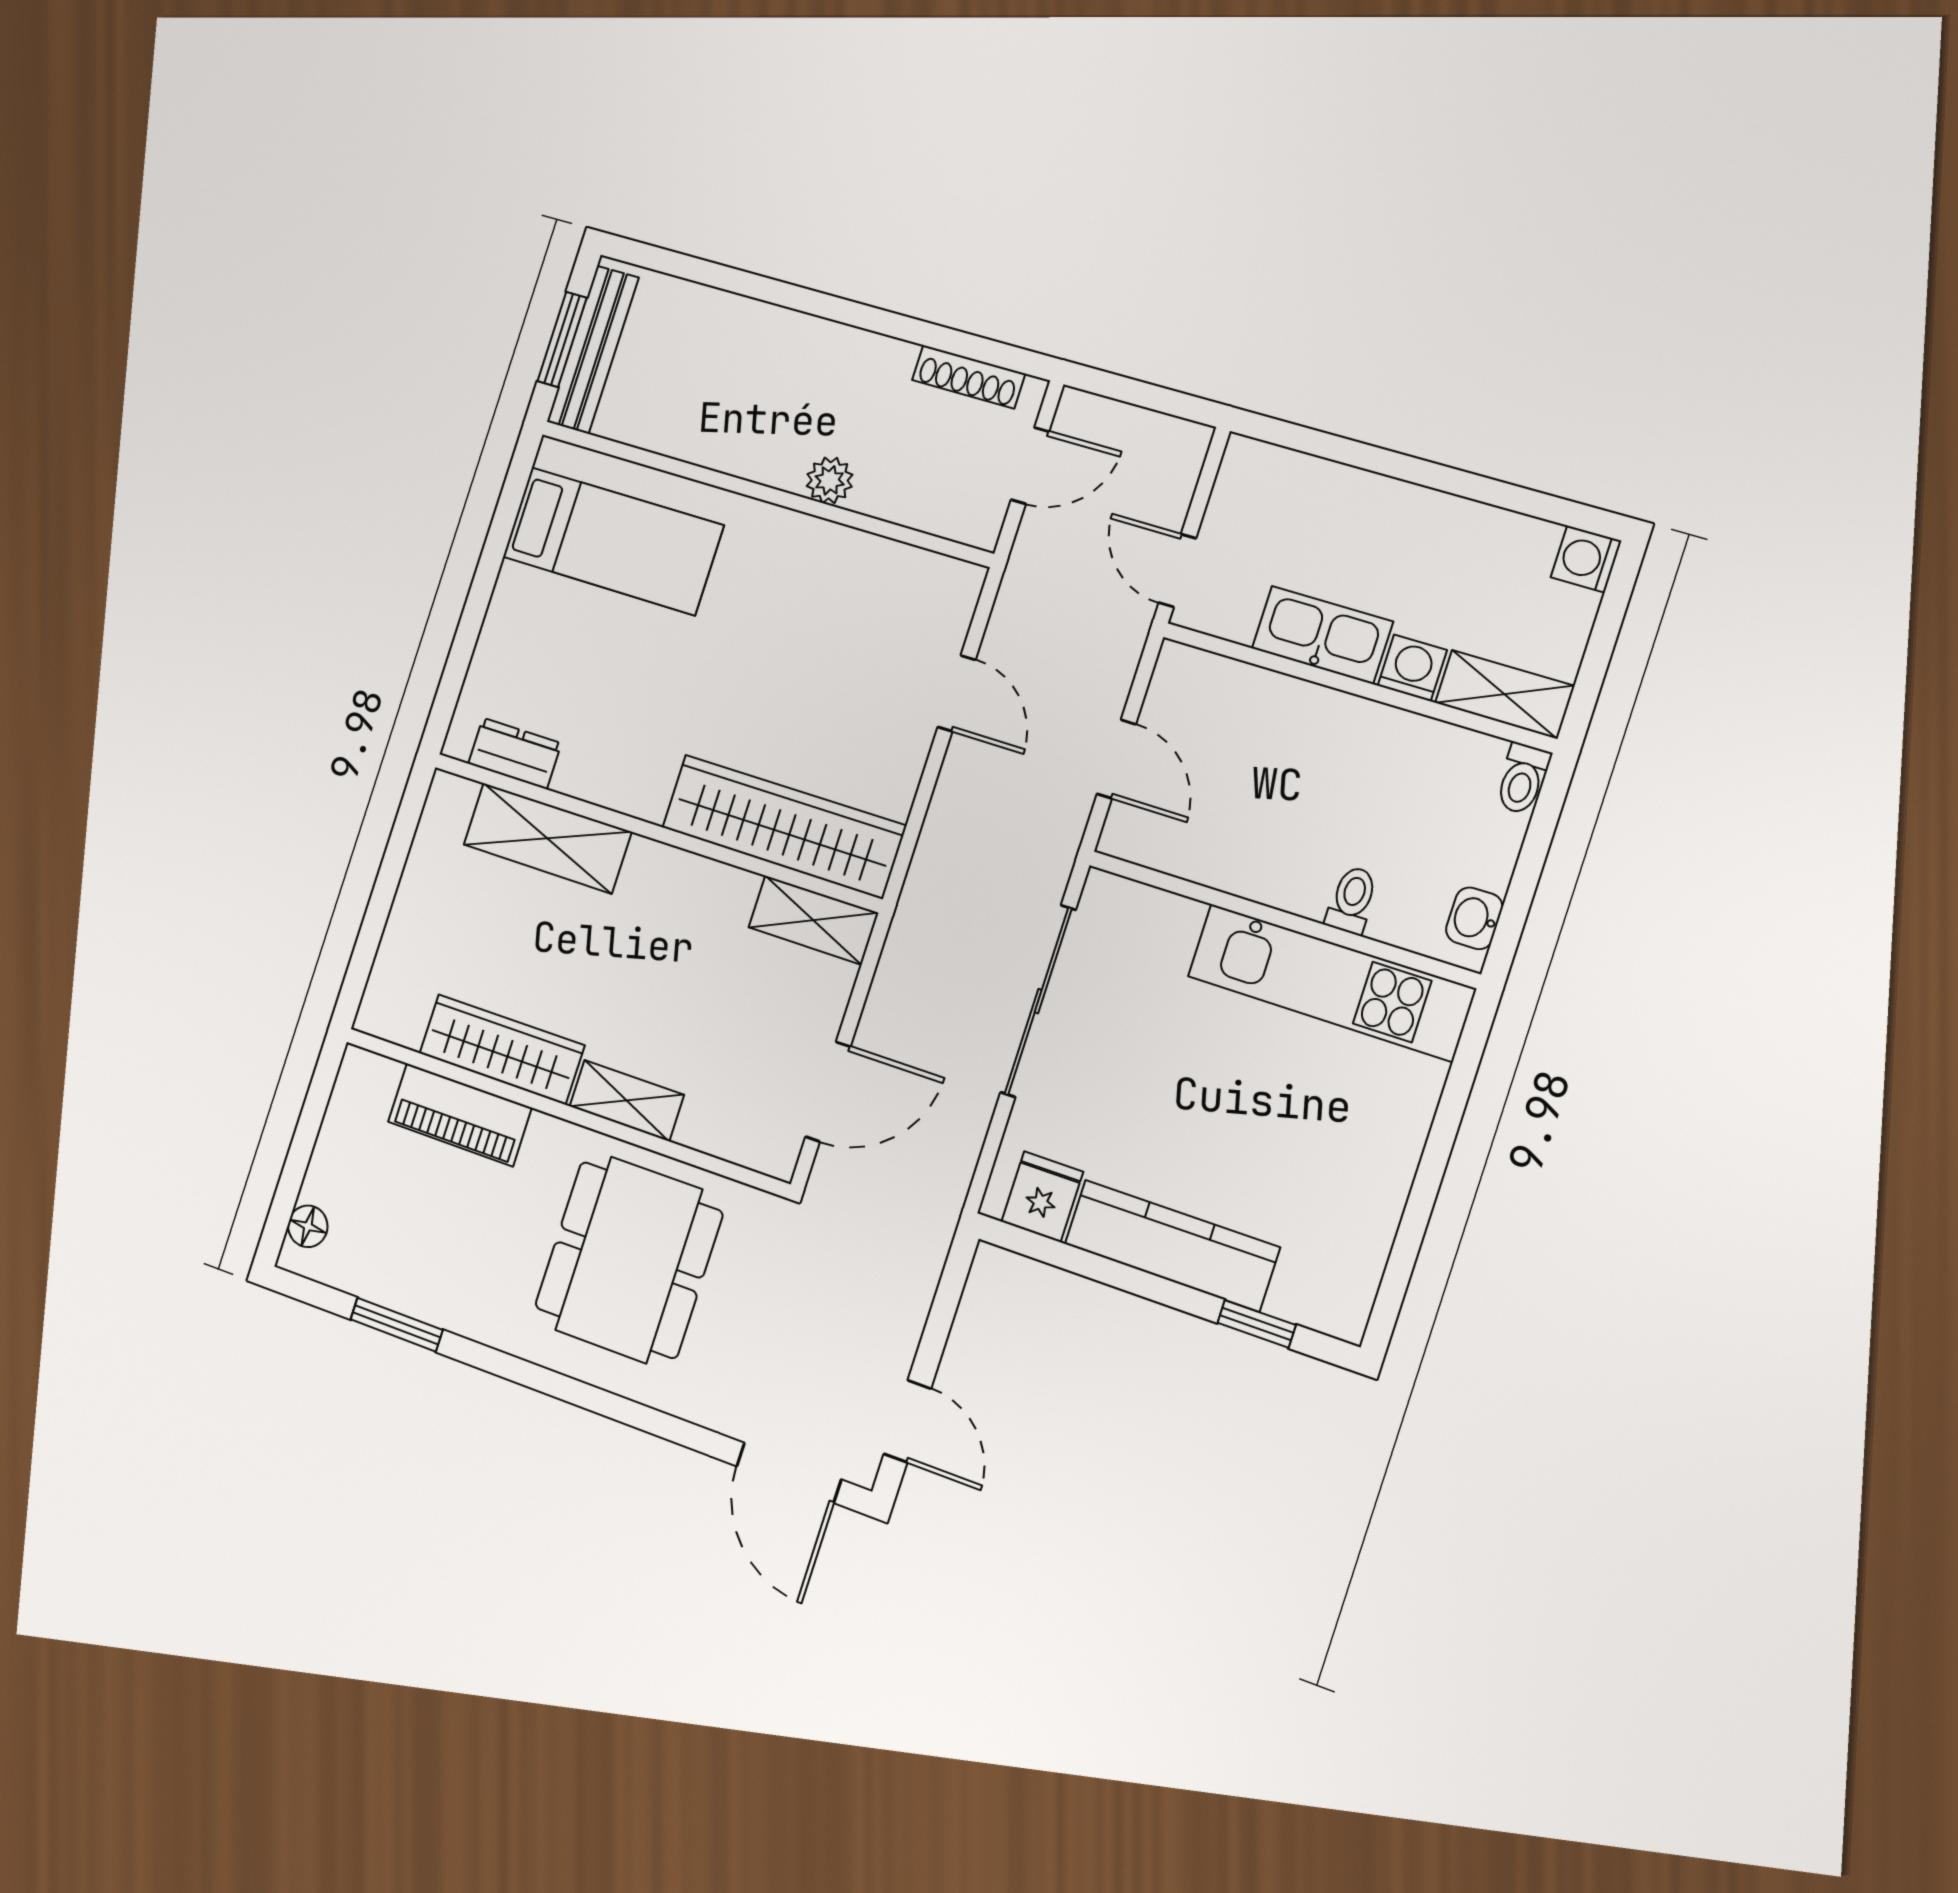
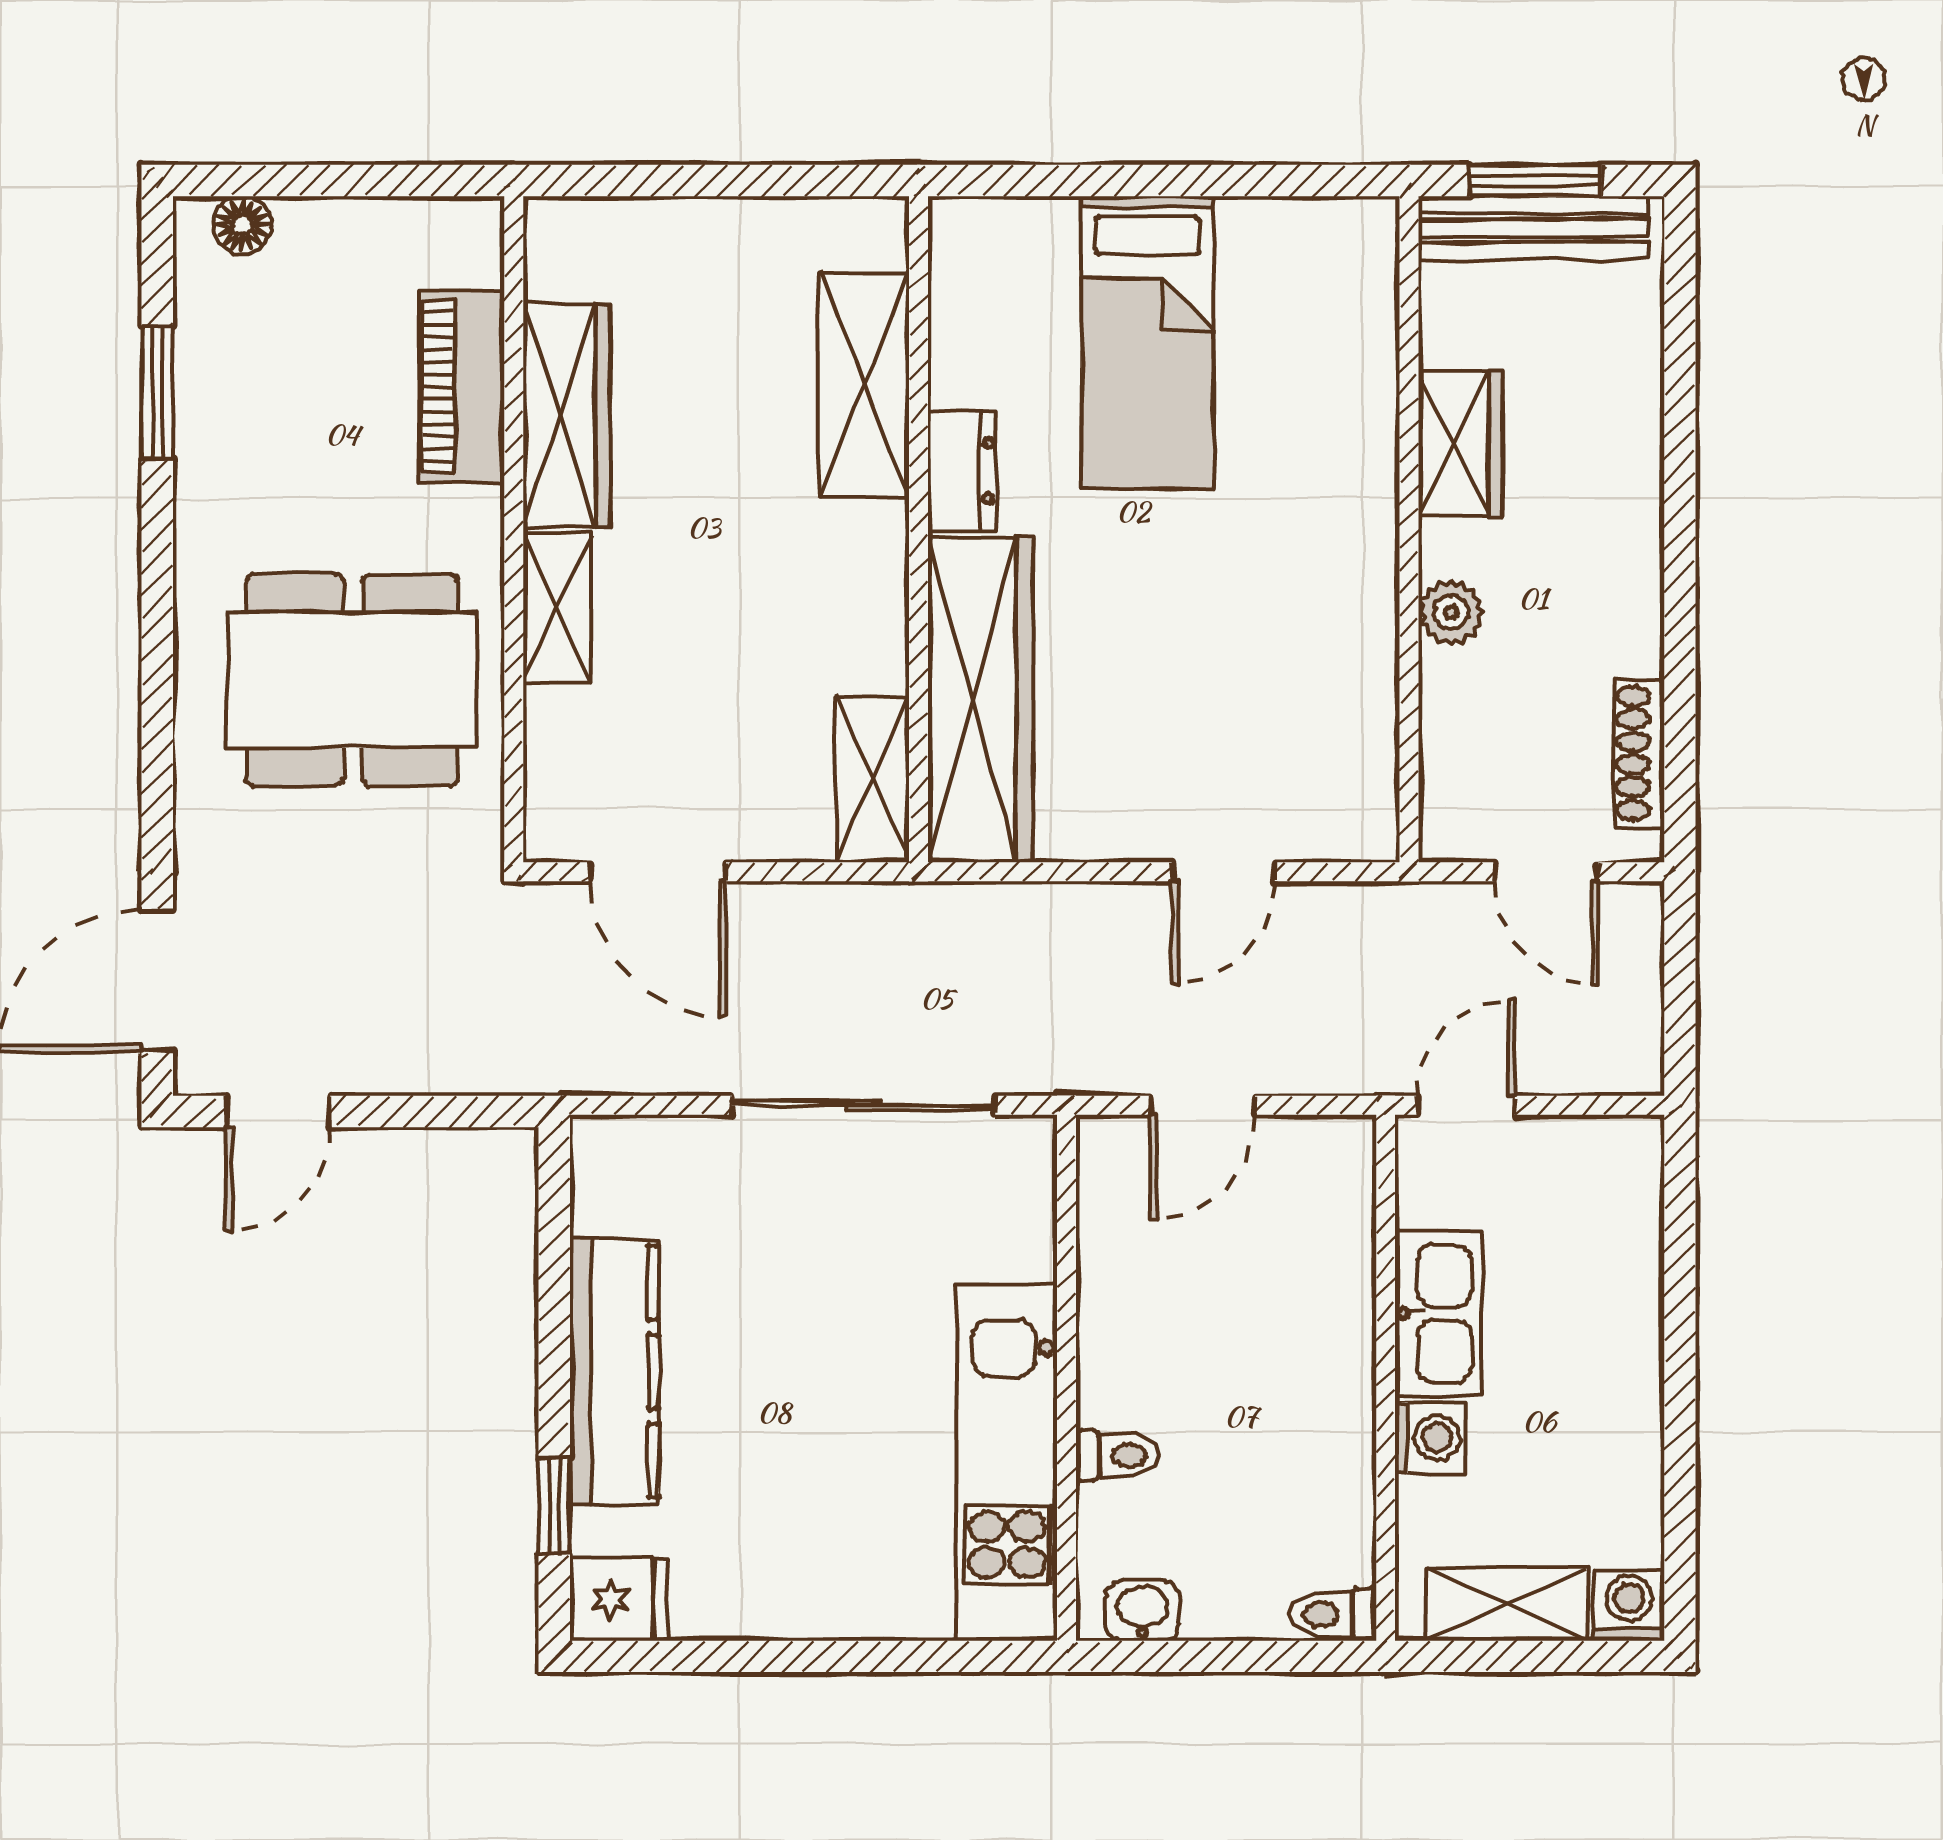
wardrobe: (718, 441) -> (1460, 444), added
bed: (613, 541) -> (1148, 342), moved
shelving: (1505, 694) -> (1506, 1604), moved, turned 90
dresser: (515, 753) -> (962, 471), moved
fridge: (1042, 1197) -> (619, 1599), moved

